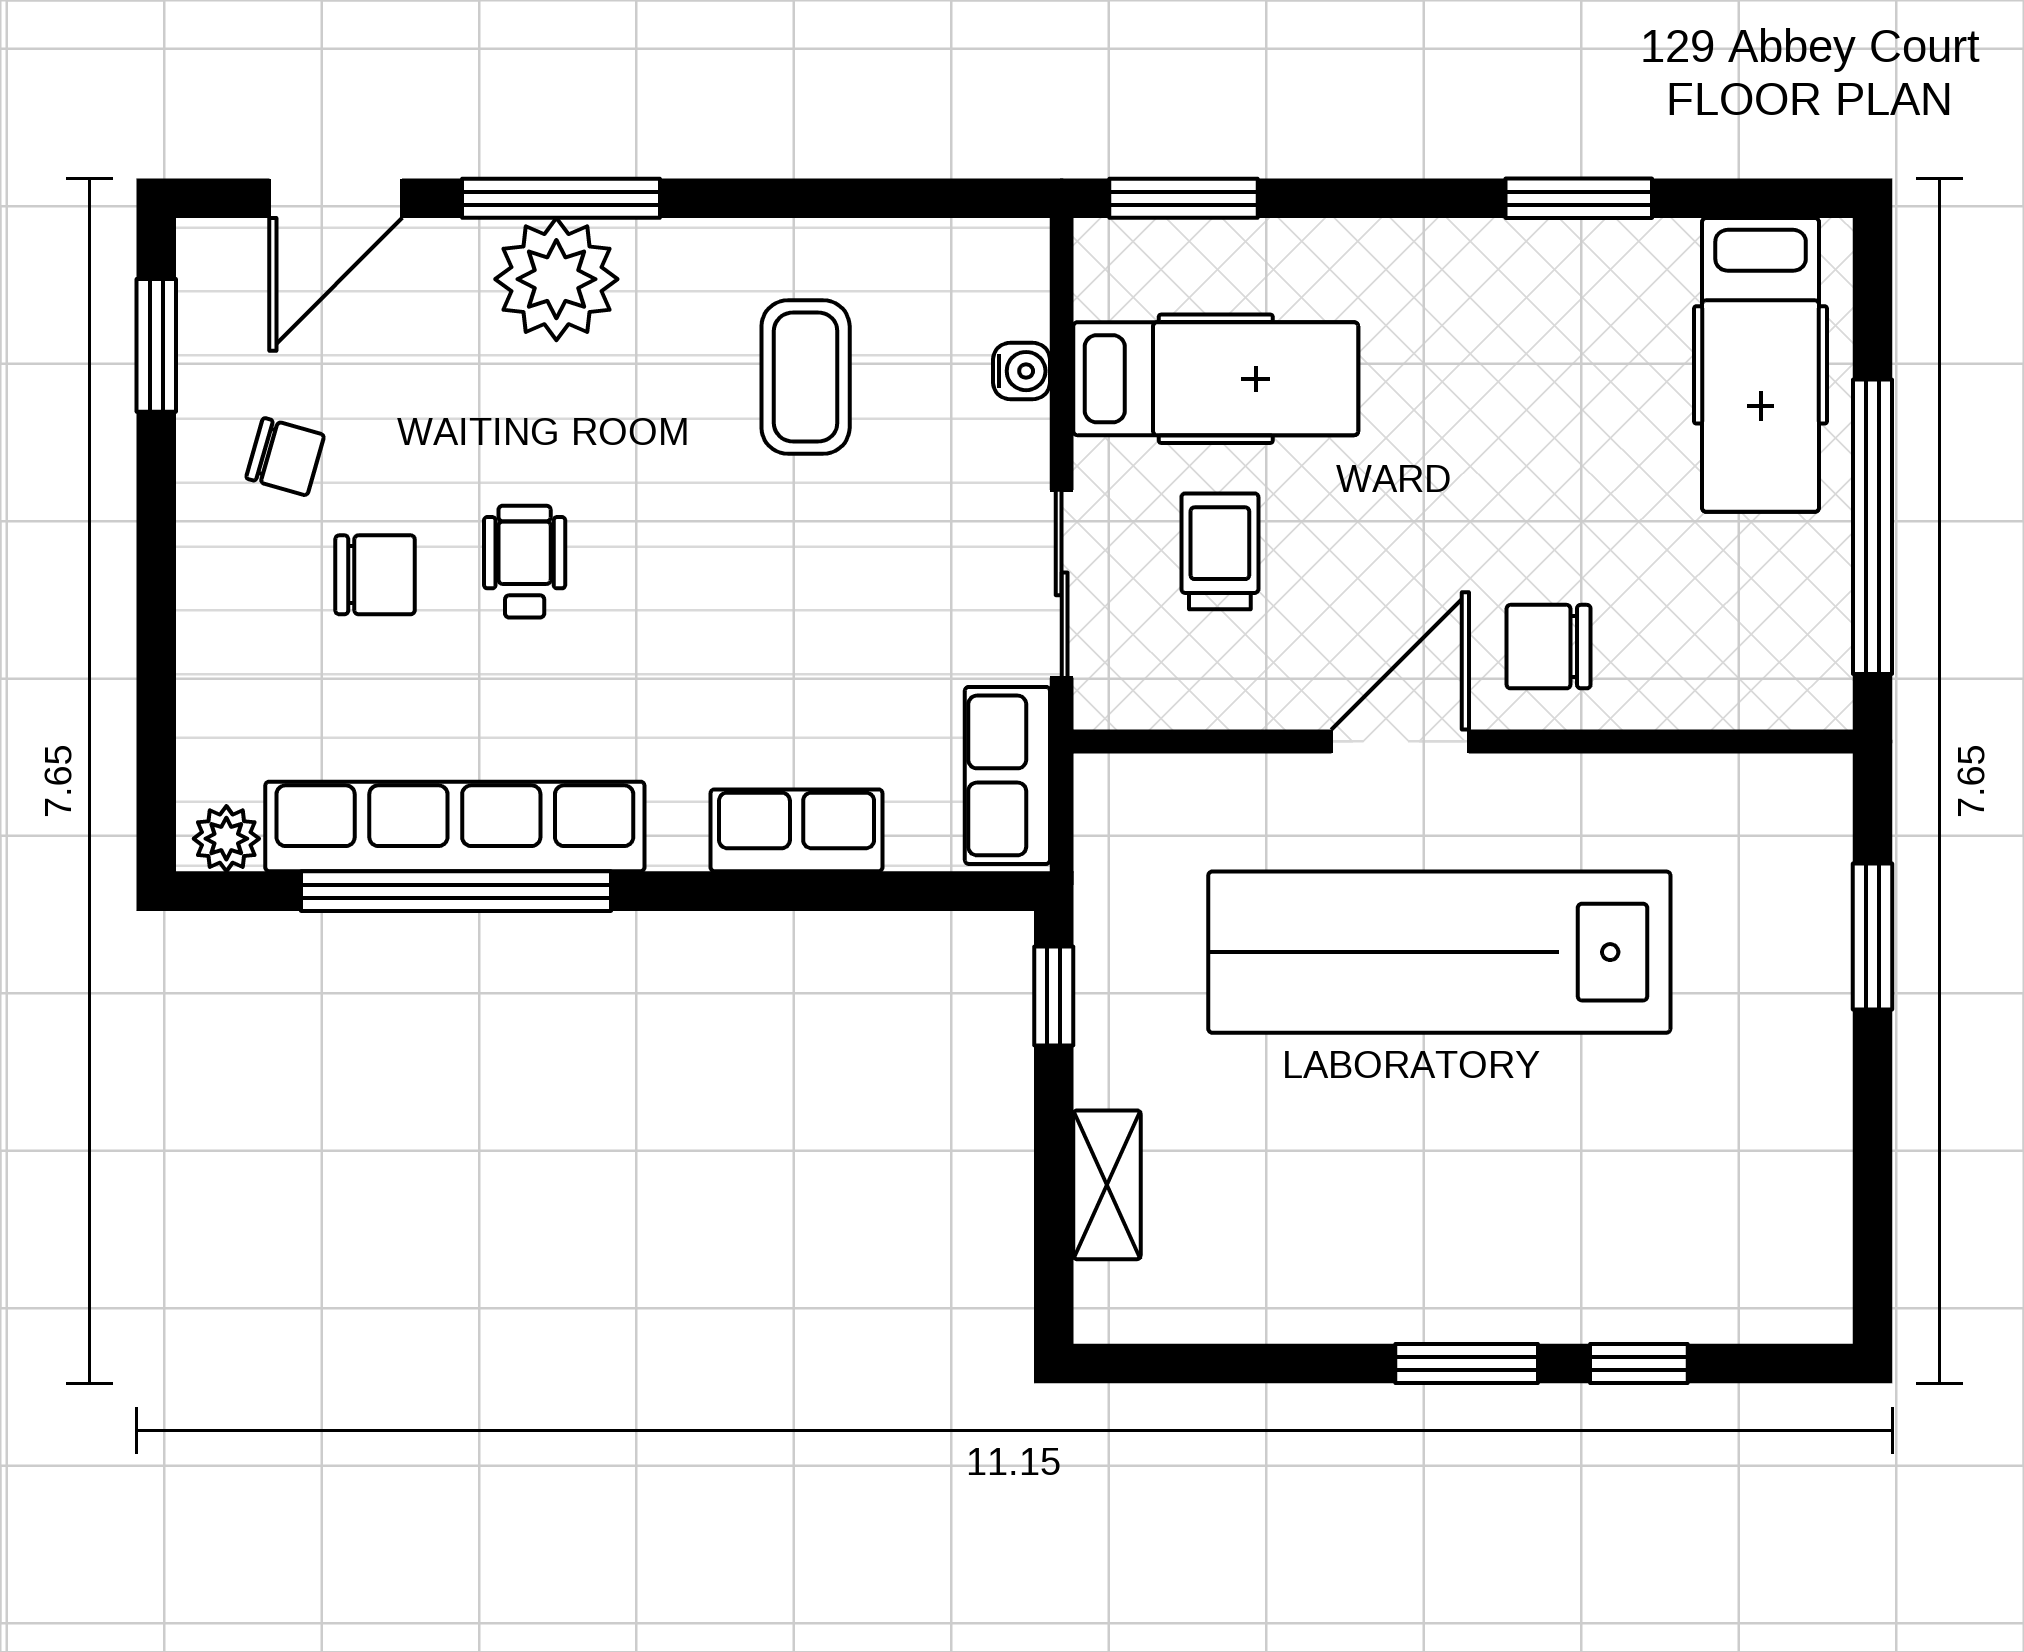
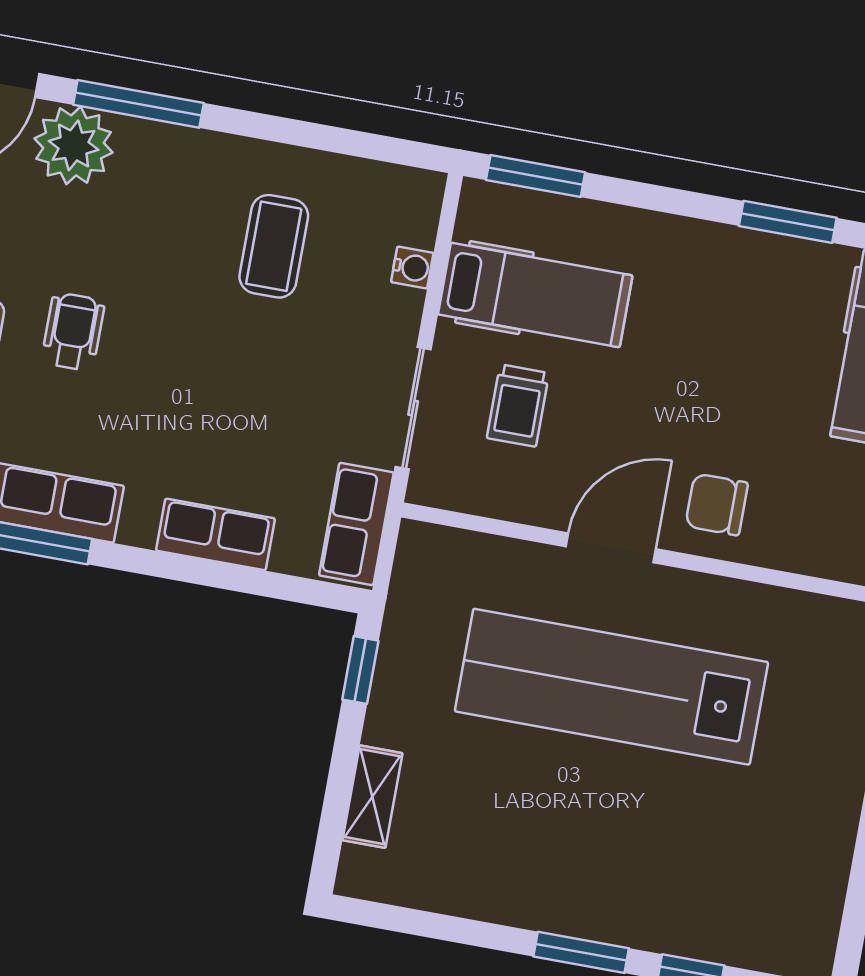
plant: (556, 279) -> (74, 145), moved
trolley: (1220, 551) -> (518, 406), turned 180

